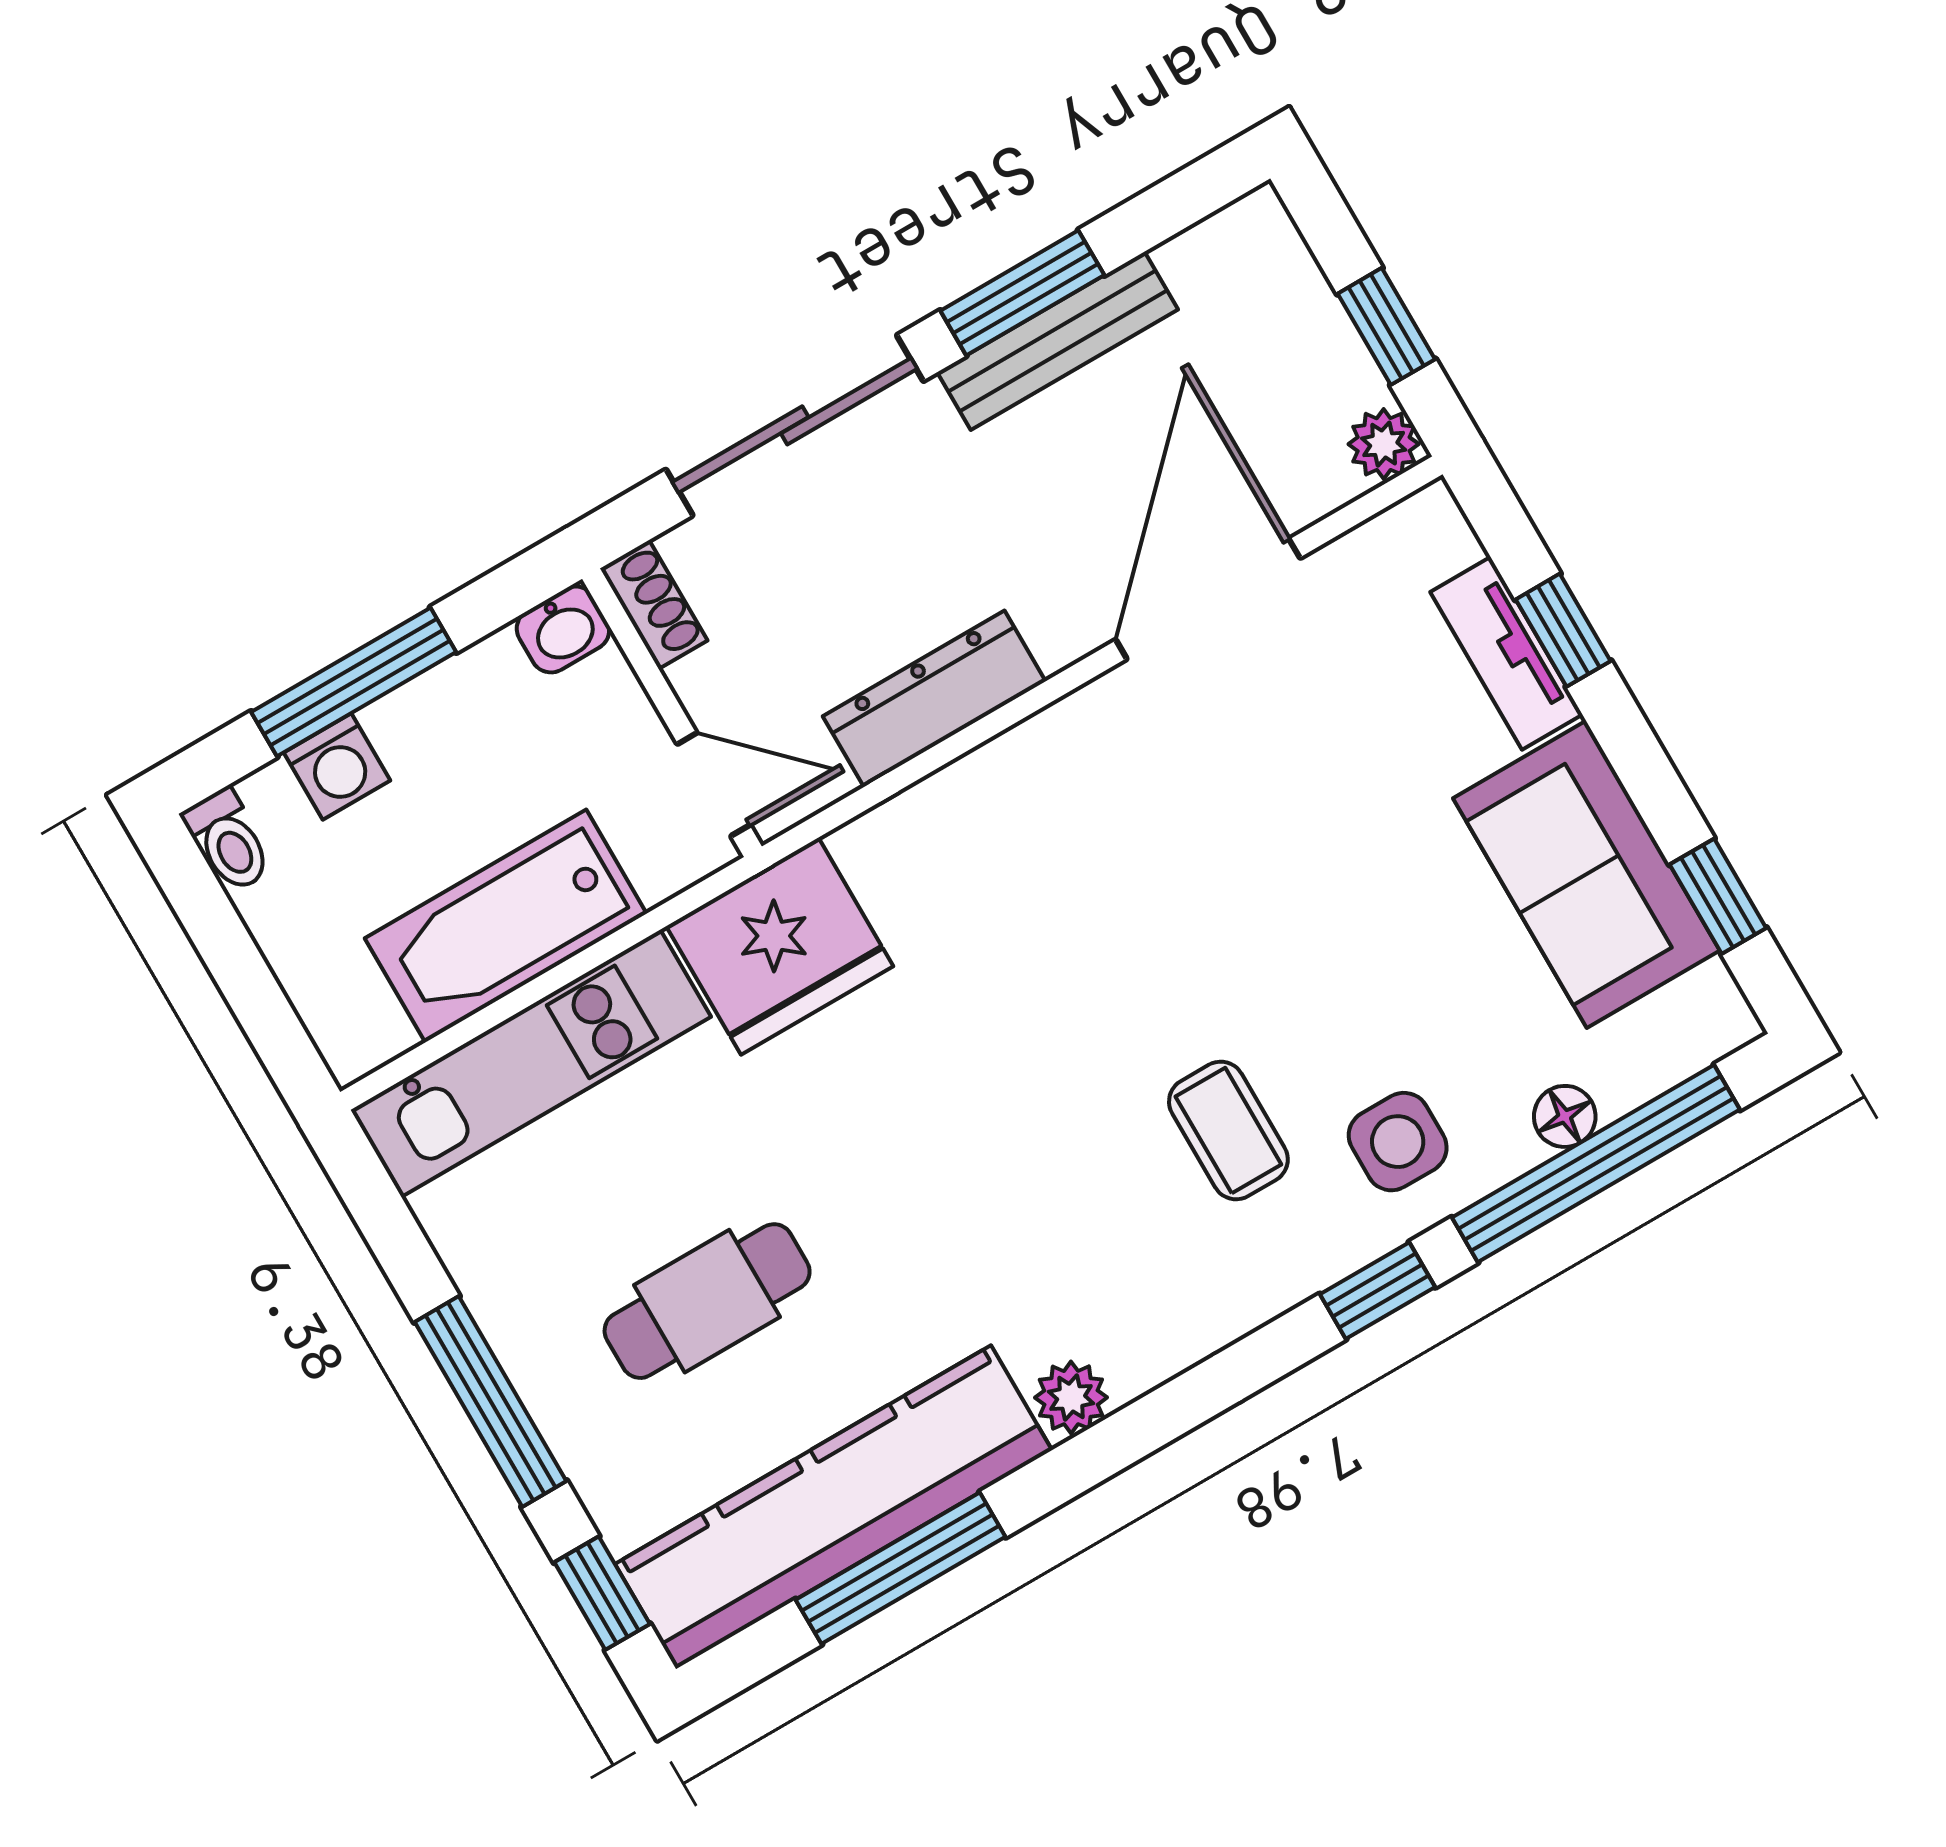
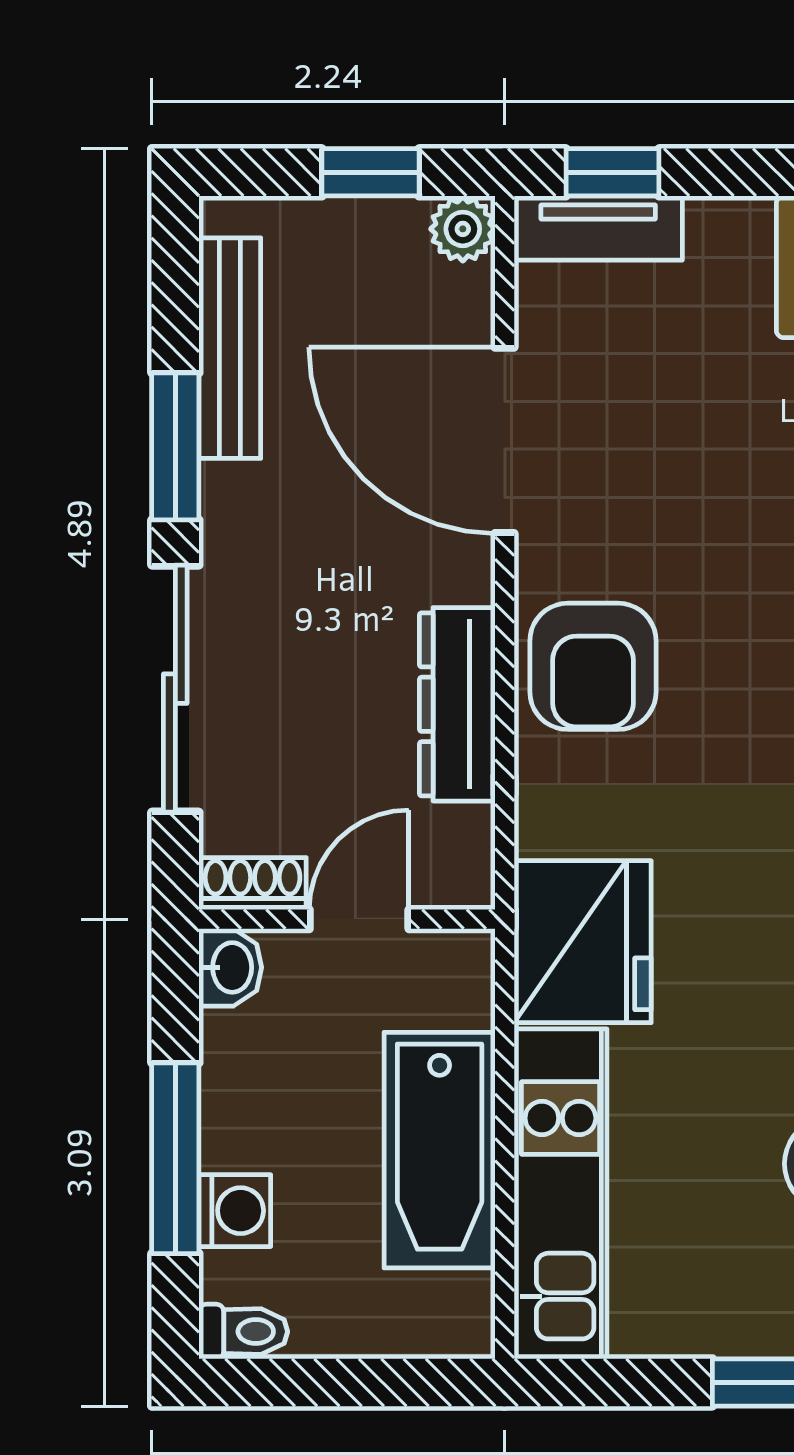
bench: (1058, 341) -> (230, 348), moved
window: (1563, 630) -> (613, 172), moved
tv unit: (1506, 653) -> (598, 228), moved
door: (714, 784) -> (359, 919), moved
armchair: (1044, 805) -> (593, 666), added

